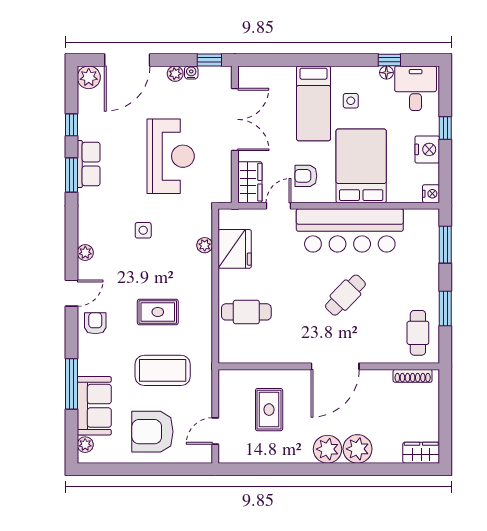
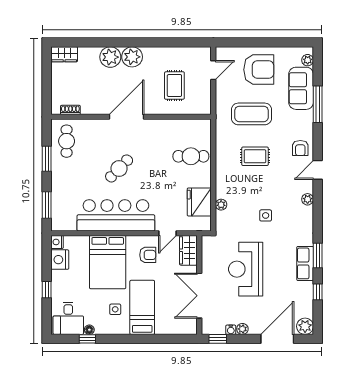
nightstand: (427, 149) -> (60, 260), moved
shoe rack: (413, 376) -> (70, 110), width x0.70

